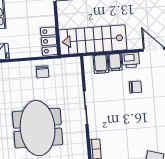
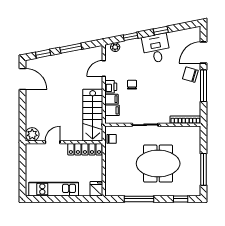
locker: (49, 41) -> (85, 149), width x1.53
chair: (42, 72) -> (112, 139), moved

